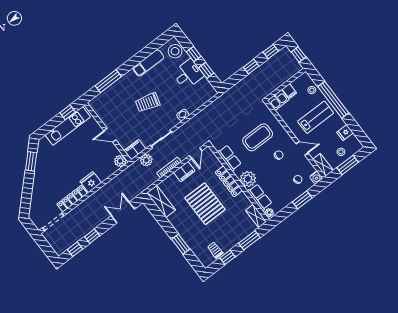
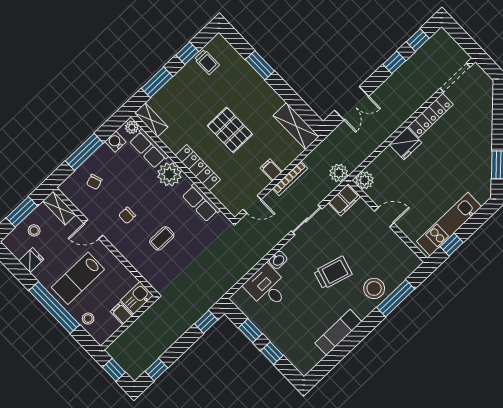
stool: (175, 51) -> (374, 288), moved
window: (251, 67) -> (206, 322), moved
desk: (188, 74) -> (267, 287), moved, turned 90
coffee table: (258, 137) -> (162, 238), width x0.54, depth x0.58
door: (196, 153) -> (252, 204), swing flipped
plant: (146, 160) -> (339, 173), moved
filing cabinet: (184, 172) -> (271, 170), width x0.50
water cooler: (316, 178) -> (115, 142), moved
window: (302, 200) -> (84, 152), width x1.44
pallet: (205, 204) -> (230, 130), width x0.73, depth x0.71

